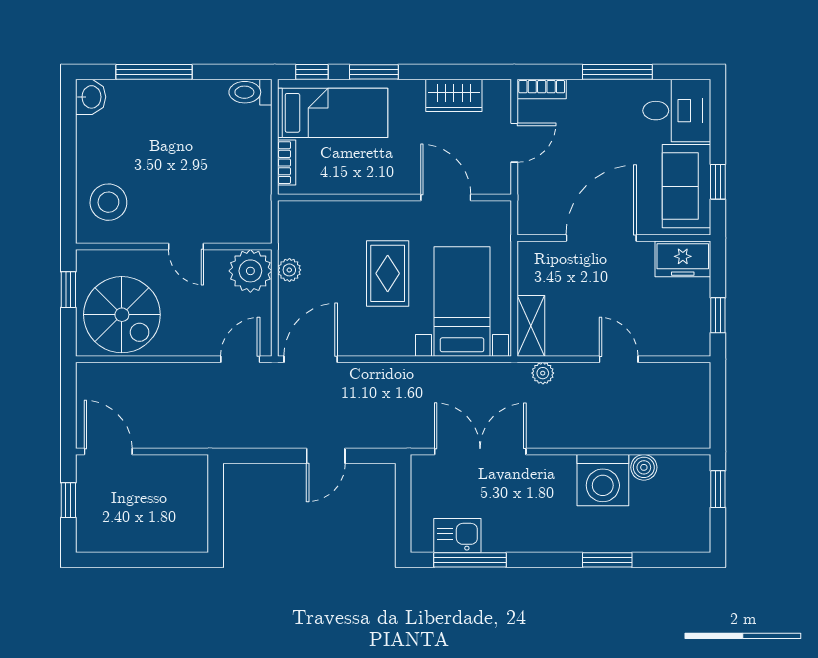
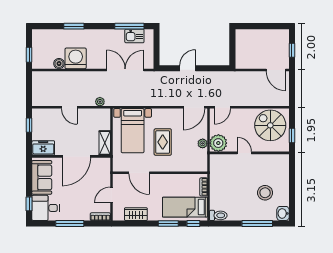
window: (718, 182) -> (29, 204), moved
stool: (108, 202) -> (265, 193), moved
shelving: (531, 326) -> (105, 143), moved
double door: (480, 452) -> (125, 70), swing flipped

